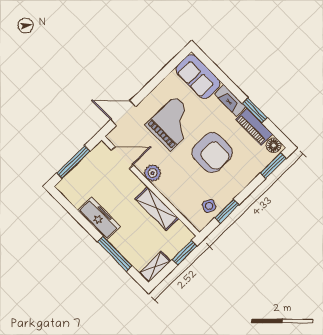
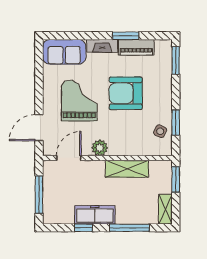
floor lamp: (274, 145) -> (162, 46), removed
armchair: (212, 153) -> (126, 93), turned 180
window: (81, 219) -> (83, 228), added

